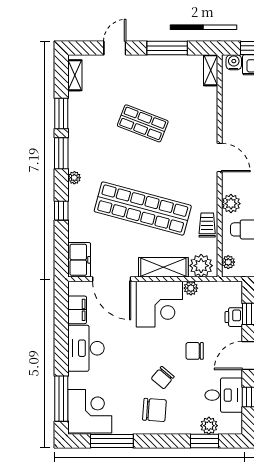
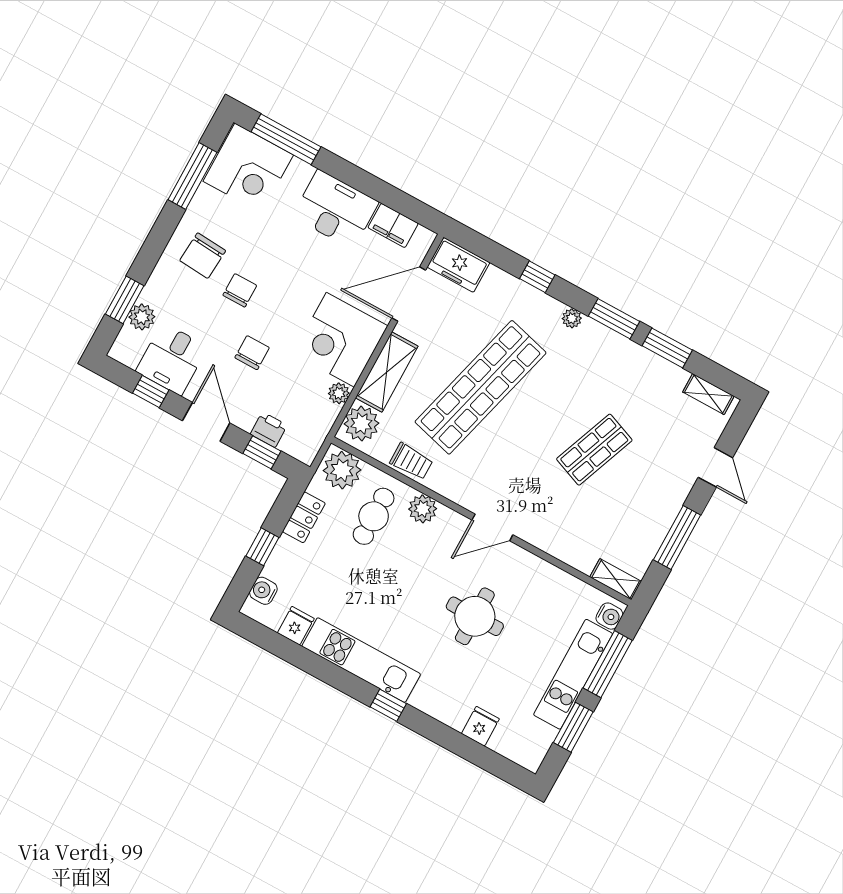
plant: (228, 262) -> (342, 470), width x1.87, depth x1.87
chair: (163, 378) -> (240, 290), turned 50

